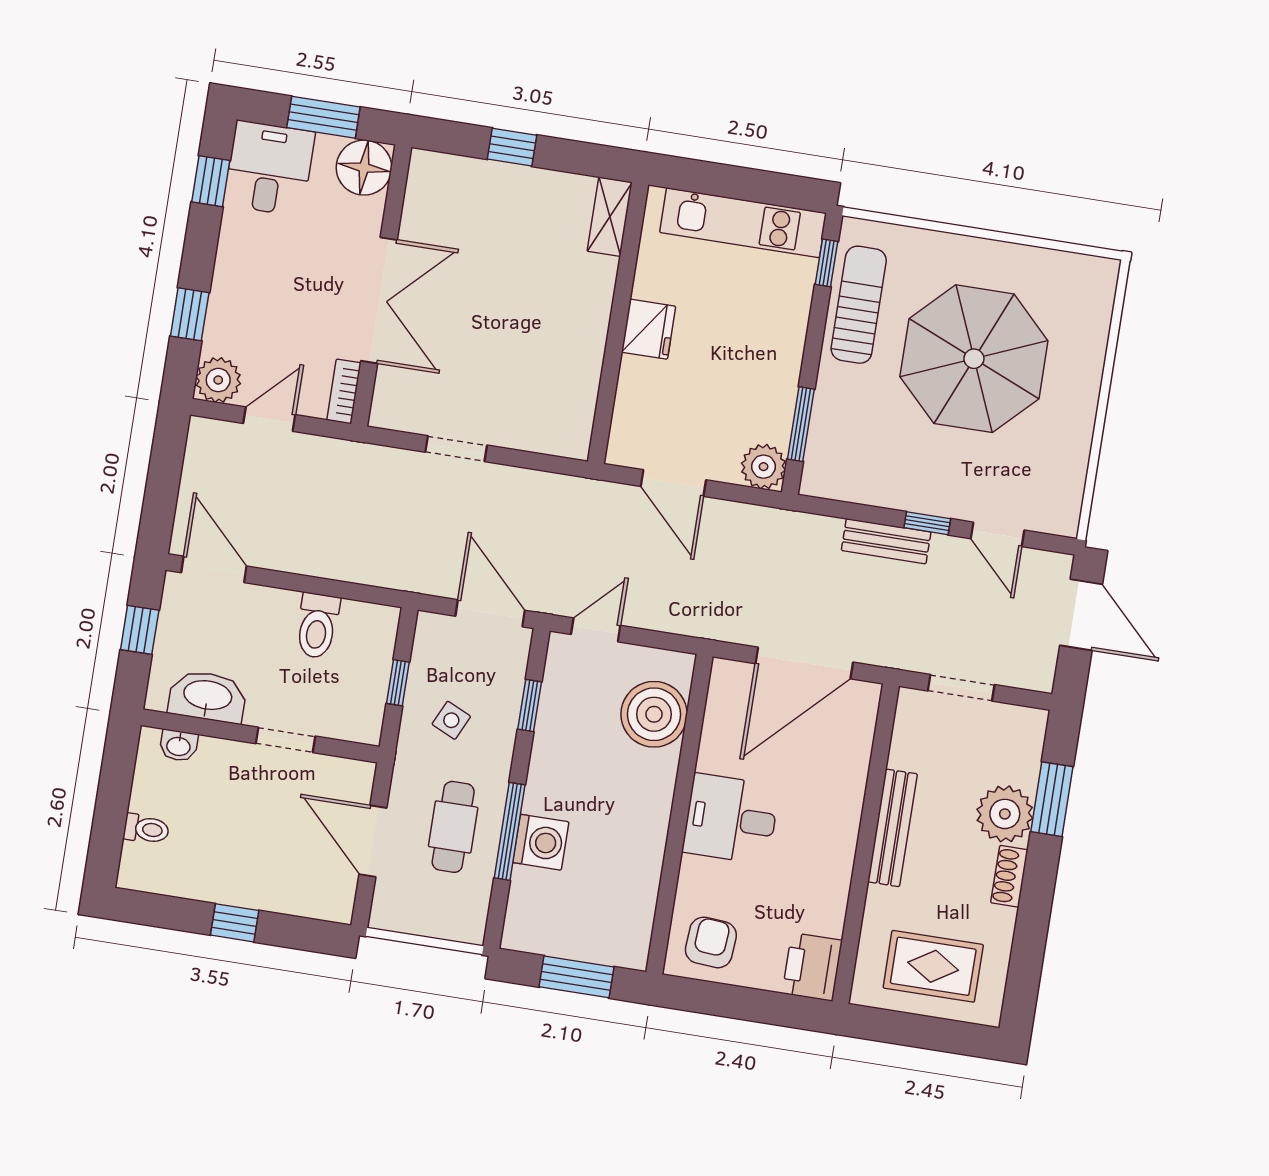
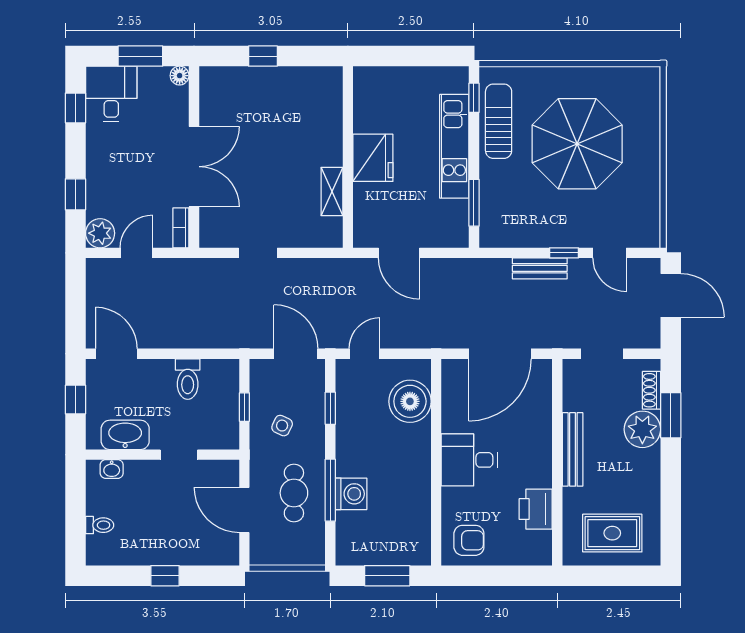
floor lamp: (364, 168) -> (180, 76), width x0.53, depth x0.53
shelving: (610, 217) -> (332, 192), moved
kitchen unit: (743, 223) -> (454, 146), moved, turned 90
fridge: (649, 329) -> (373, 158), width x1.36, depth x1.34
plant: (764, 467) -> (455, 233), removed
shoe rack: (1009, 876) -> (652, 390), moved
armchair: (711, 942) -> (469, 540), turned 86
printer: (812, 967) -> (536, 509), moved

